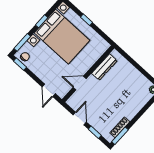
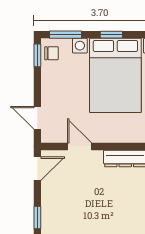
door: (49, 90) -> (37, 118), hinge flipped
door: (80, 119) -> (37, 169), moved

